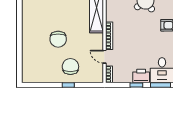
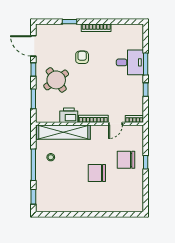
chair: (58, 39) -> (97, 173), turned 180
printer: (141, 76) -> (69, 115), moved, turned 90

